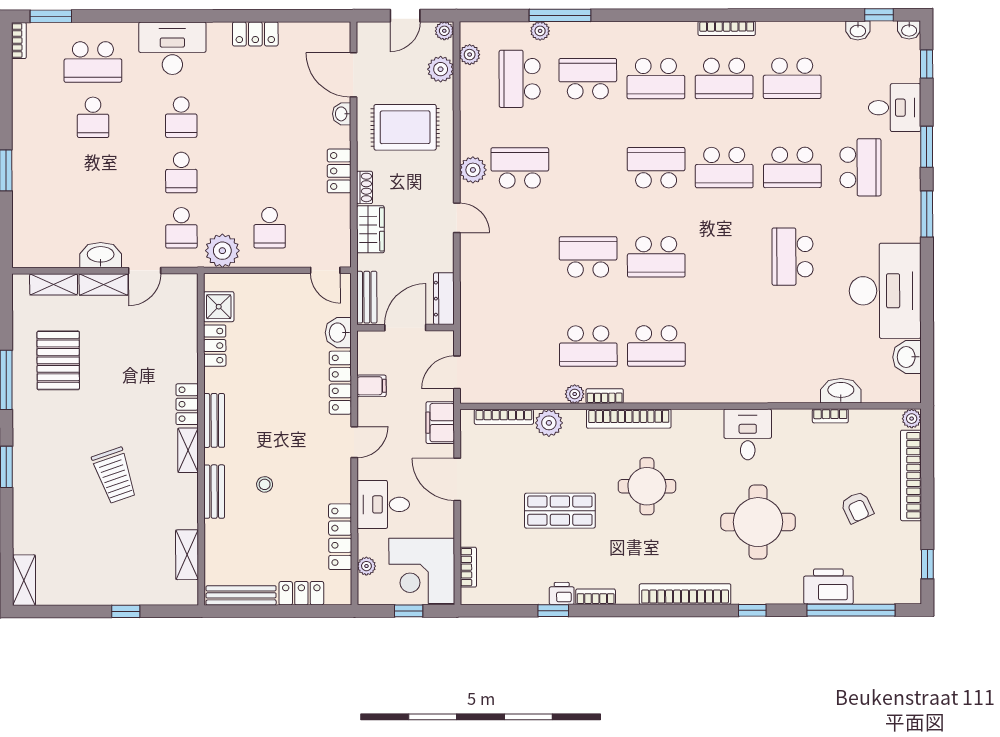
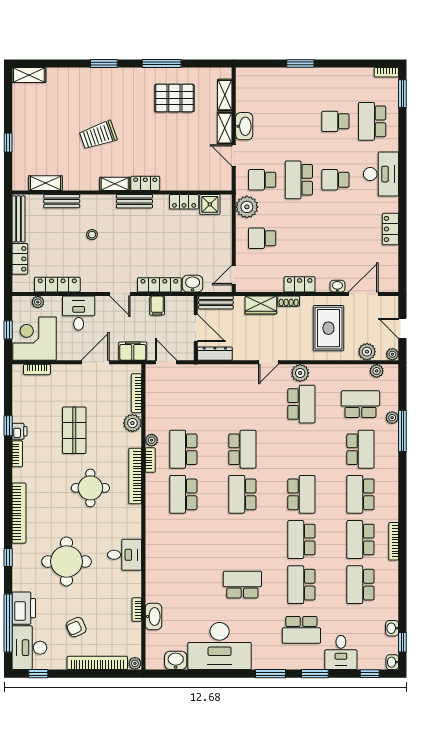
school desk: (181, 172) -> (299, 180), width x1.85
bench: (214, 492) -> (62, 201), moved
desk: (888, 578) -> (29, 648), added

